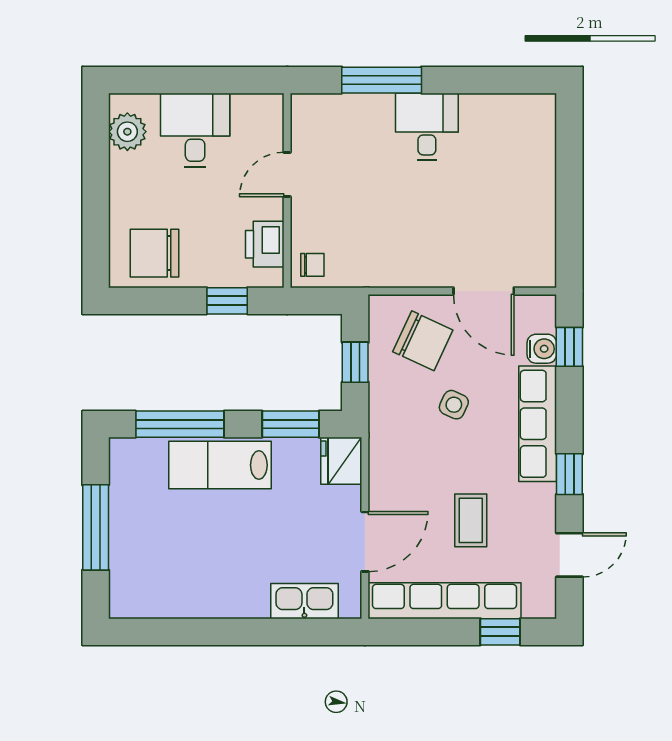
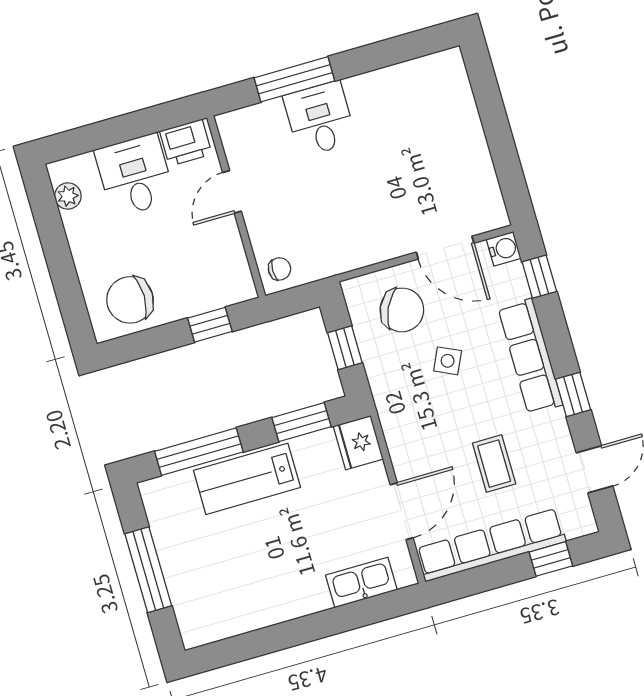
desk: (427, 127) -> (320, 119), moved
plant: (127, 132) -> (68, 196), width x0.73, depth x0.73
printer: (265, 244) -> (186, 143), moved, turned -90
water cooler: (542, 349) -> (504, 249), moved

